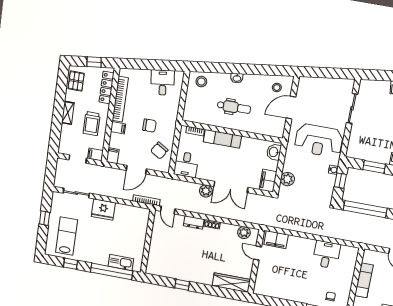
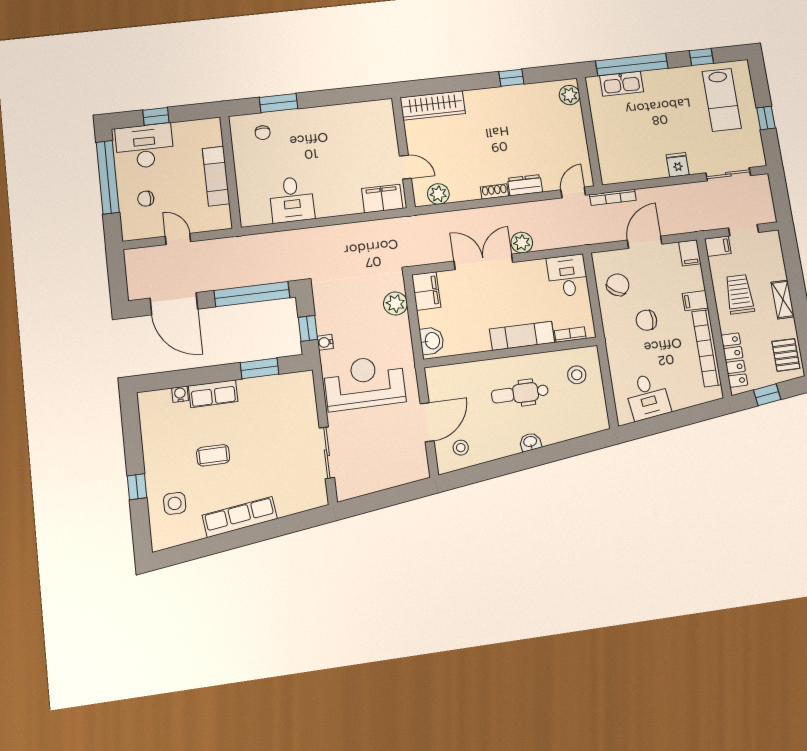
stool: (201, 82) -> (577, 375), moved
fridge: (103, 210) -> (678, 165), width x0.53, depth x0.75
door: (168, 210) -> (573, 192), hinge flipped
plant: (152, 265) -> (570, 95), added

